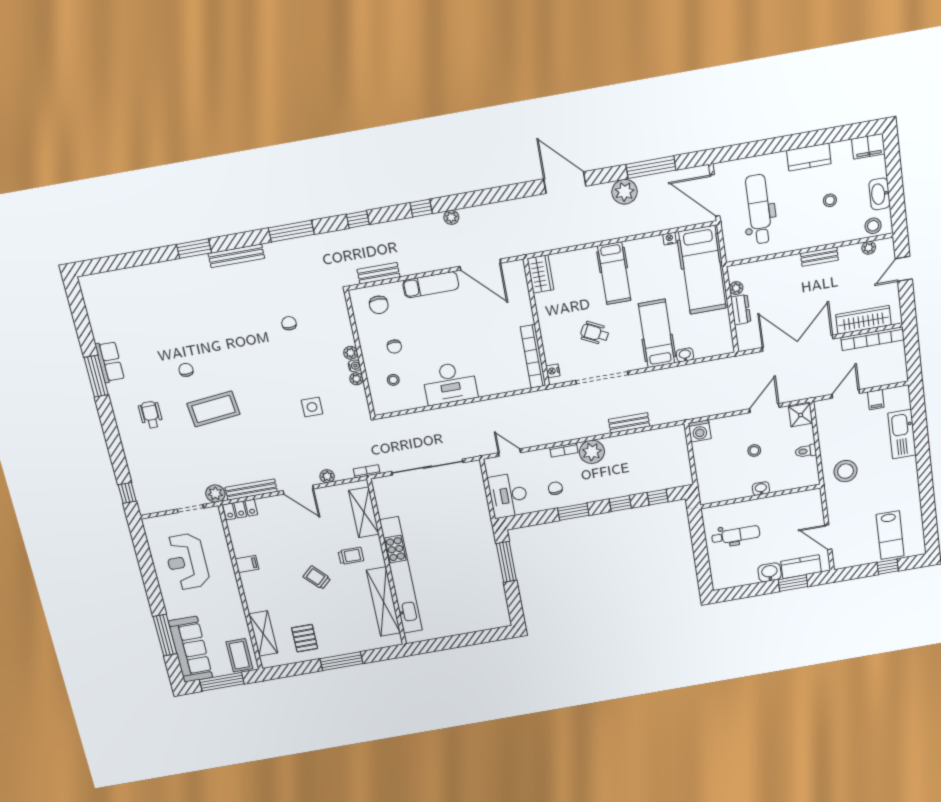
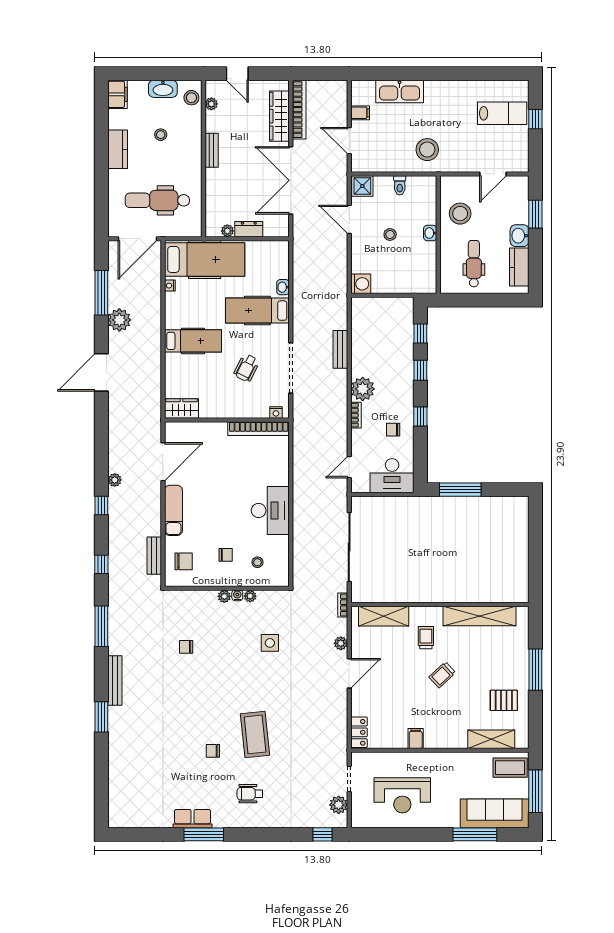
bench: (251, 490) -> (341, 718), removed
plant: (215, 494) -> (339, 805), moved
window: (573, 512) -> (420, 416), width x0.67
stool: (784, 513) -> (460, 214), added
kitchen counter: (801, 567) -> (519, 267), moved
kitchen unit: (401, 575) -> (455, 594), removed

